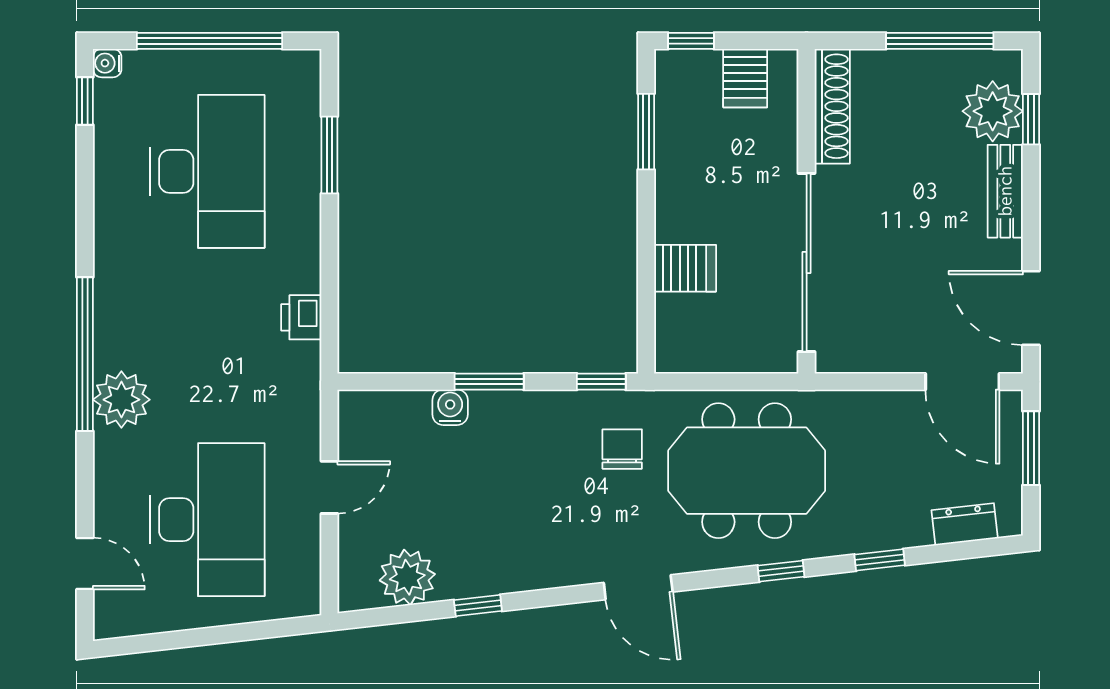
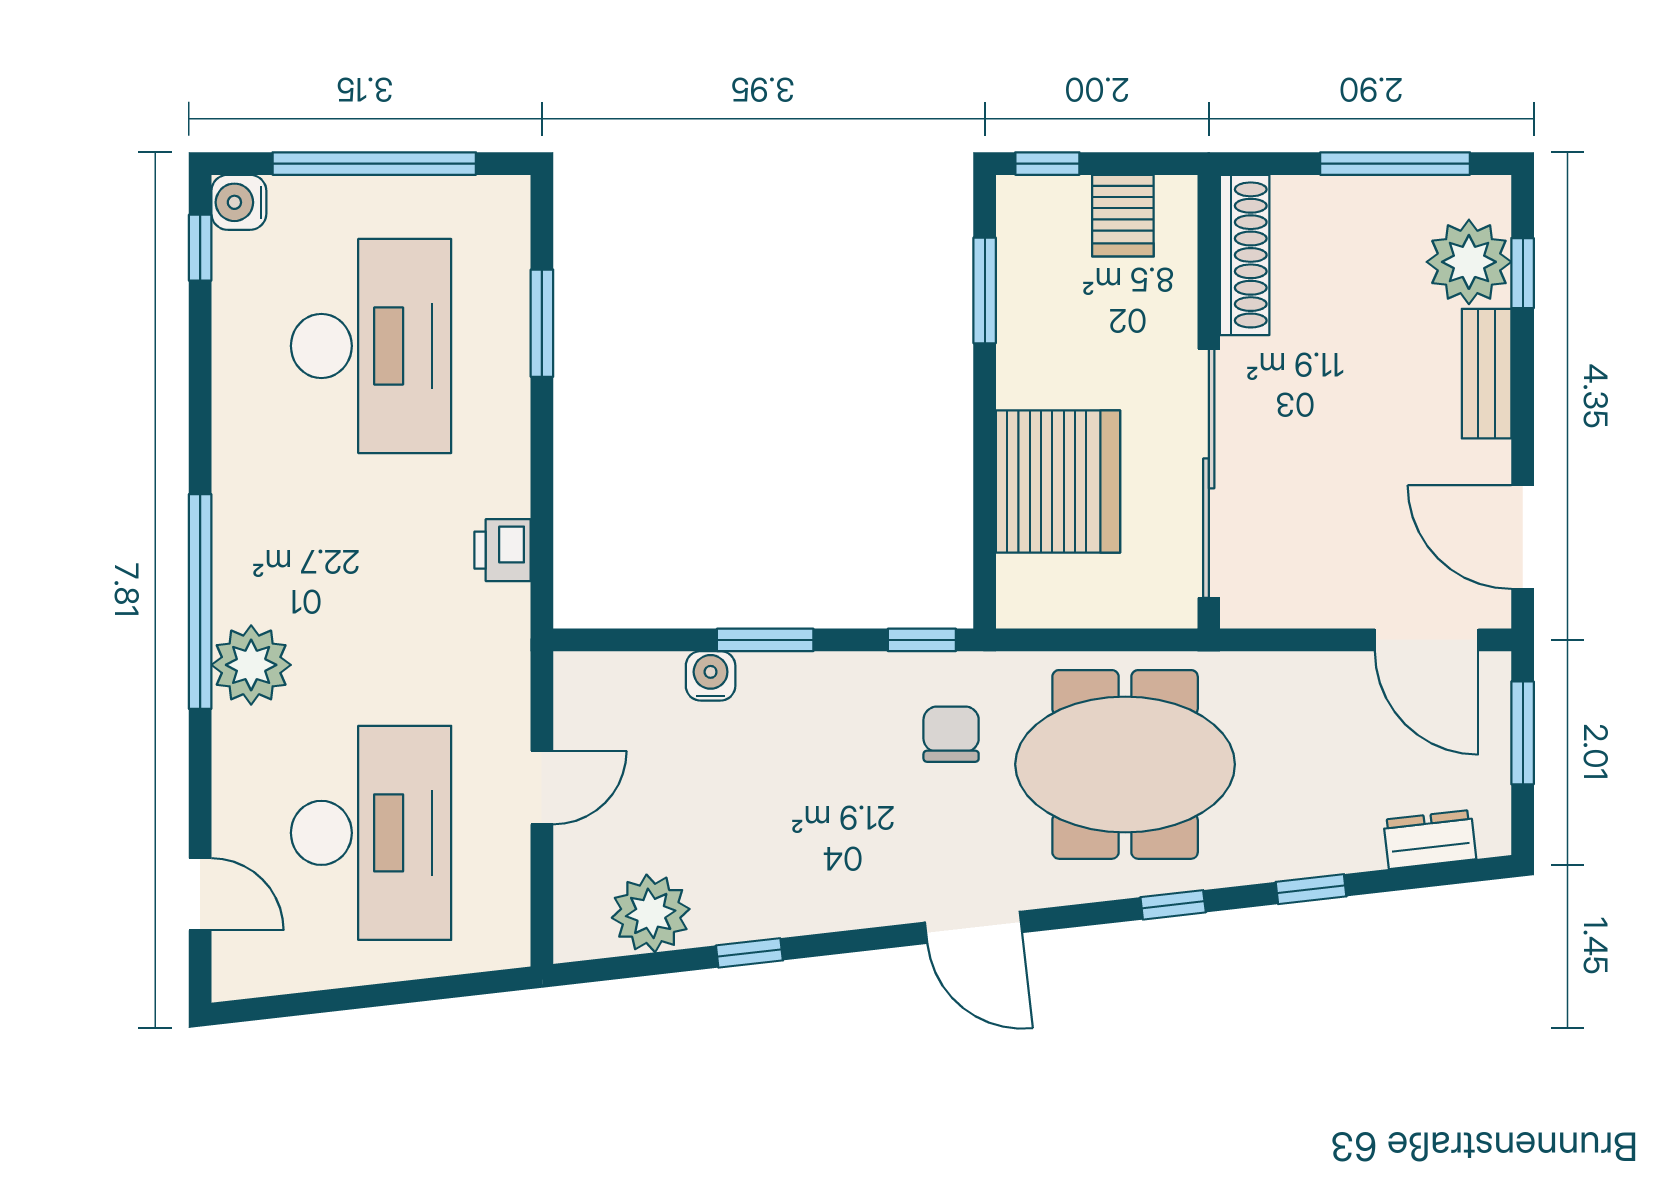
water cooler: (107, 63) -> (239, 202), width x1.38, depth x1.38
server rack: (685, 268) -> (1058, 481), width x2.18, depth x1.44

